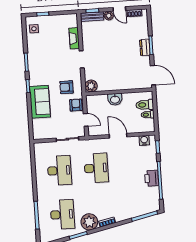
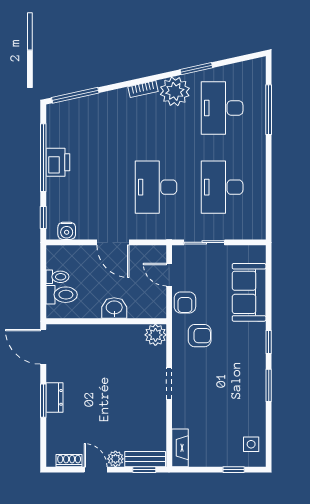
fireplace: (74, 38) -> (180, 448), moved
sofa: (40, 102) -> (249, 292), moved

